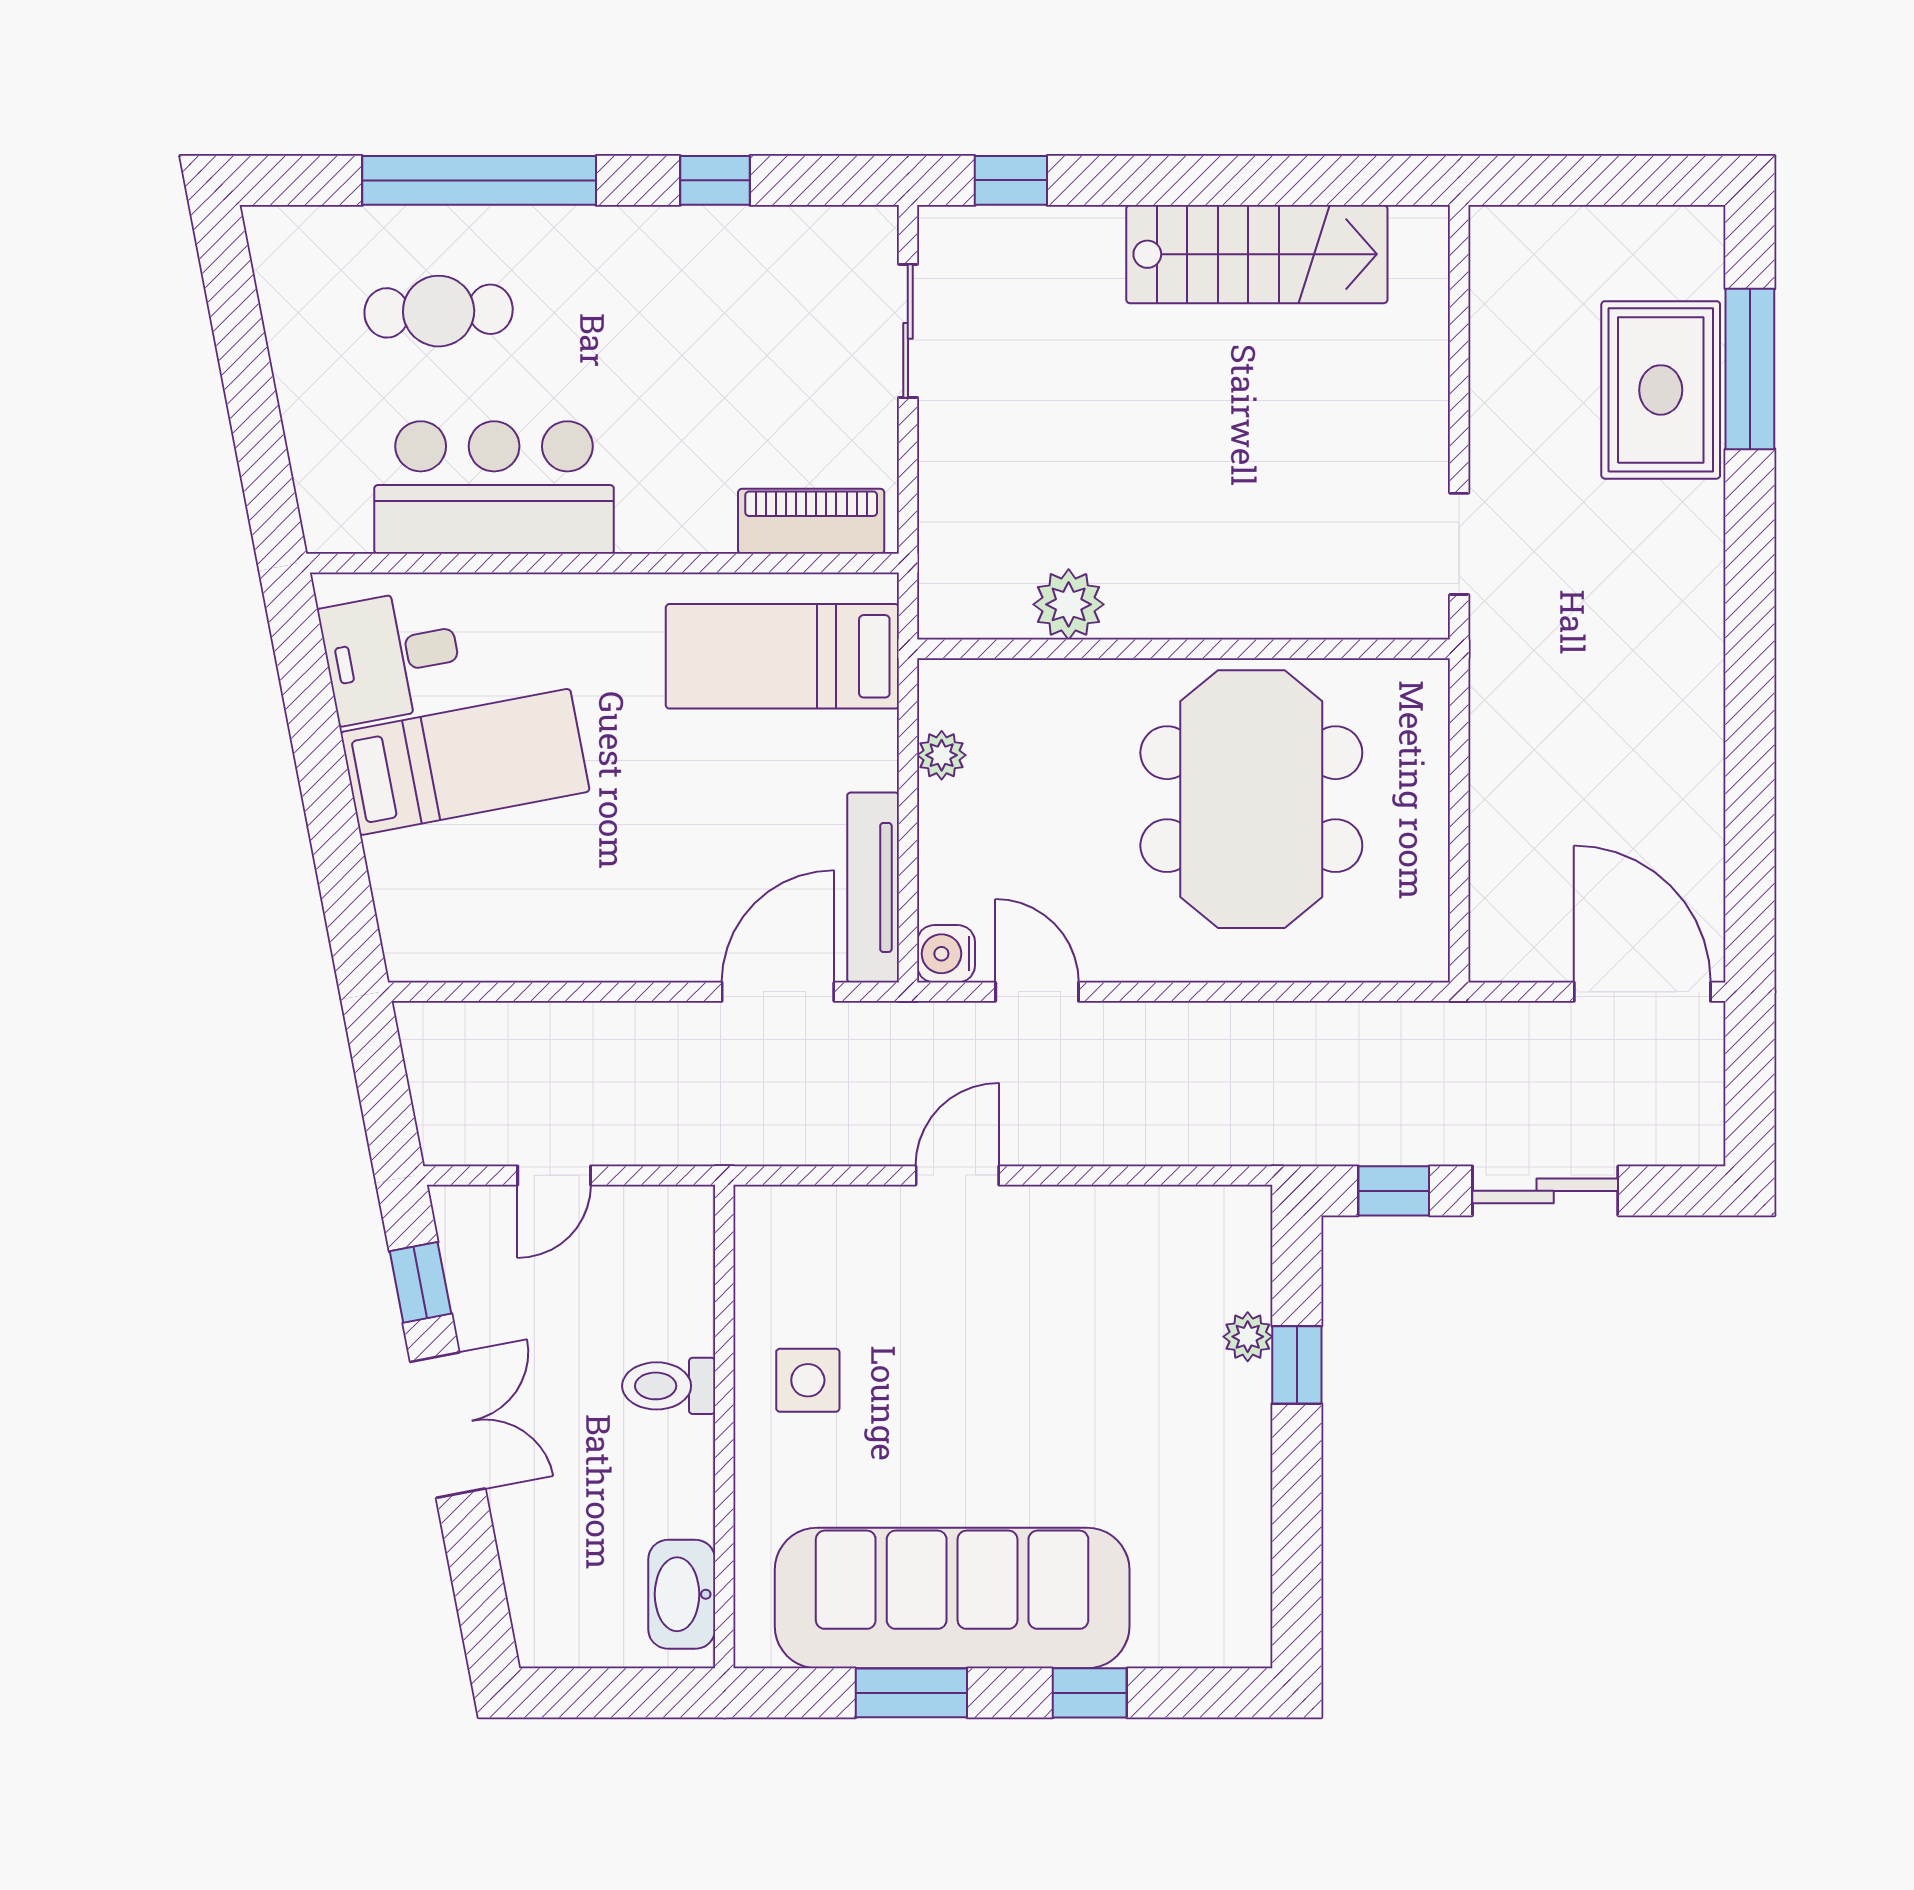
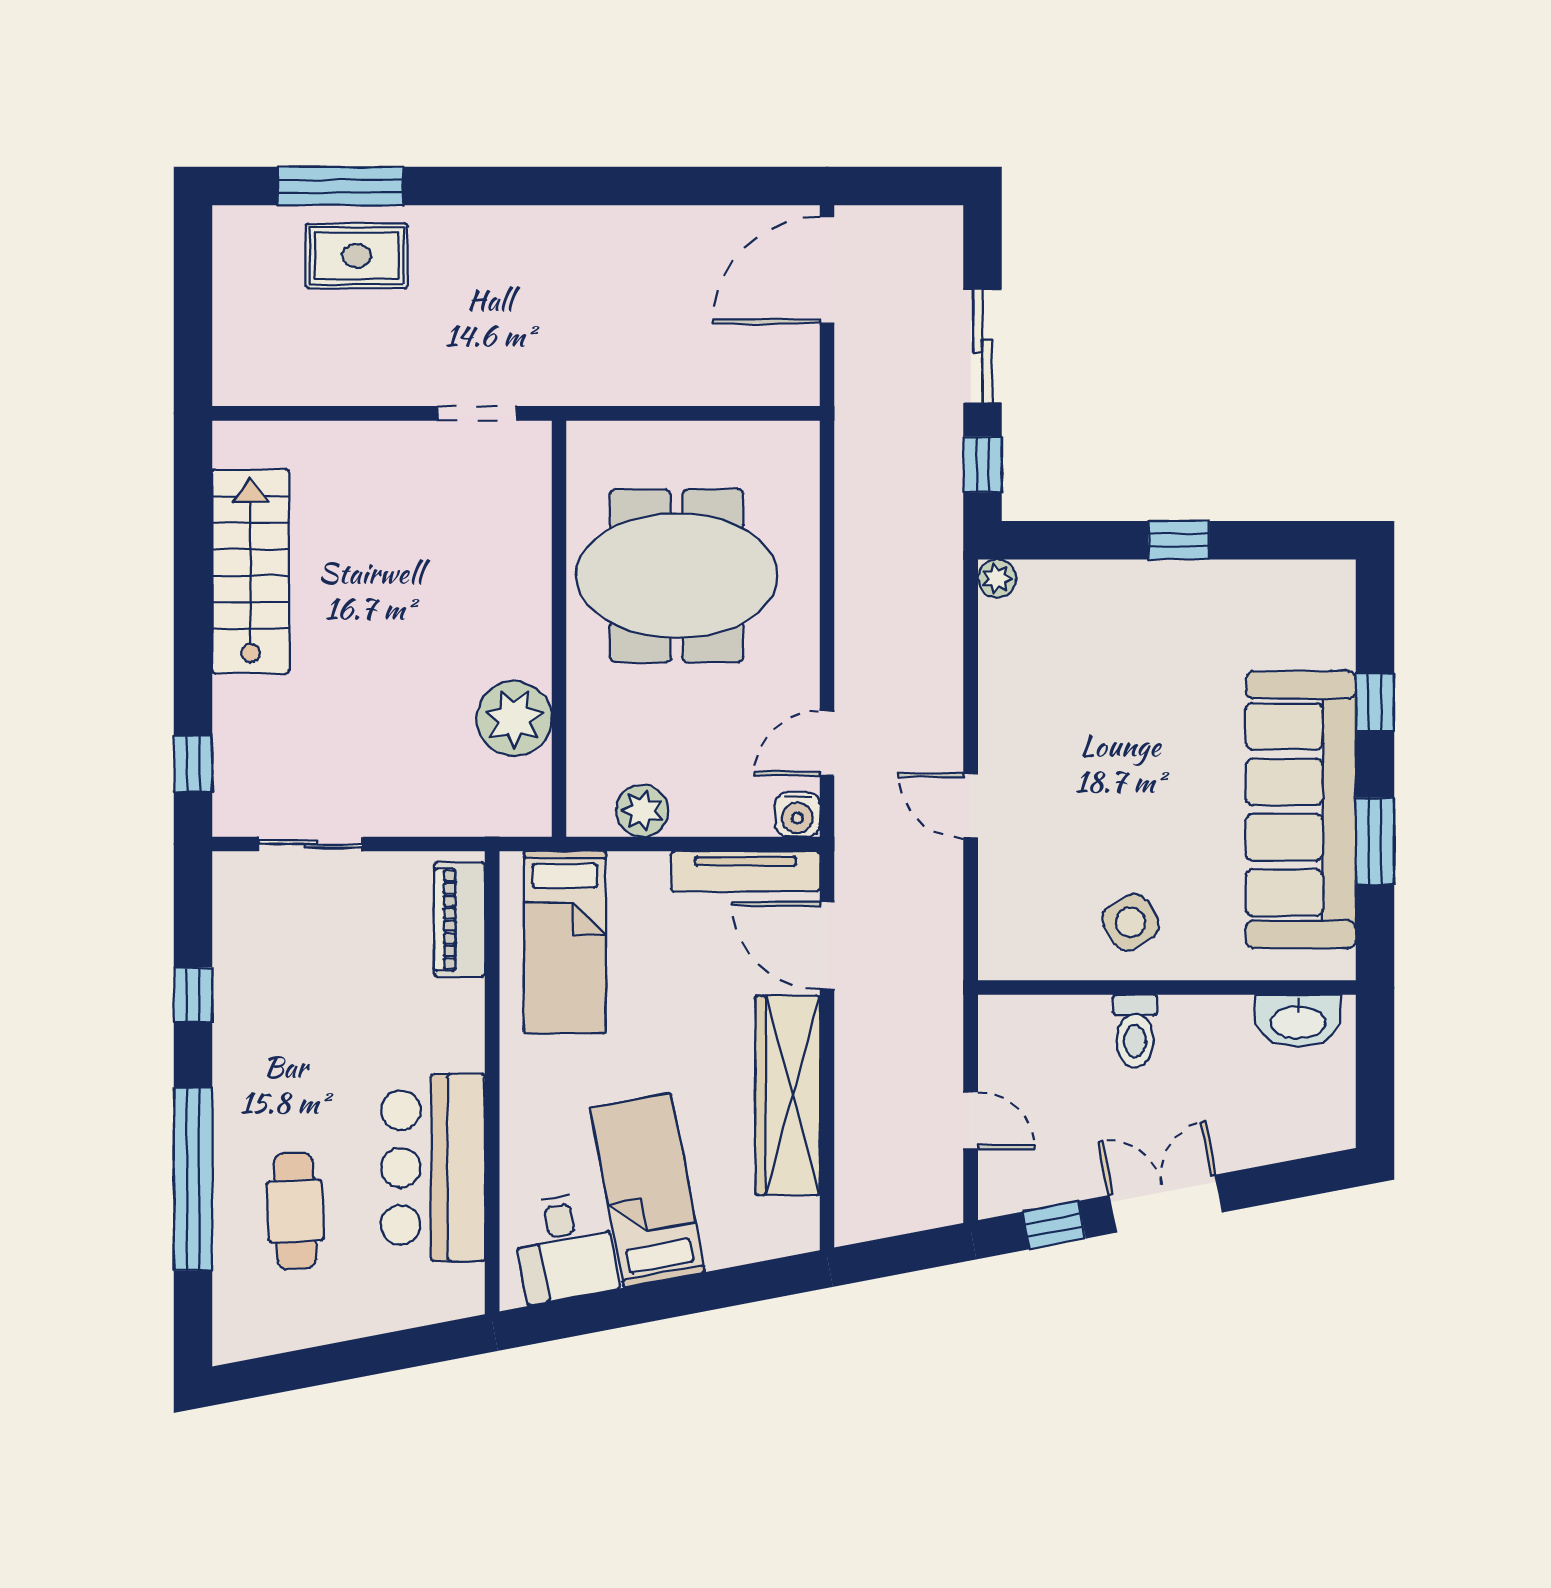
rug: (1661, 390) -> (357, 256), width x0.73, depth x0.70
plant: (1069, 604) -> (514, 719), width x1.36, depth x1.36
plant: (942, 755) -> (642, 811), width x1.38, depth x1.38
wardrobe: (586, 941) -> (788, 1095), added
plant: (1248, 1337) -> (997, 579), moved
window: (1297, 1365) -> (1179, 540), moved
side table: (808, 1380) -> (1131, 922), turned -31

